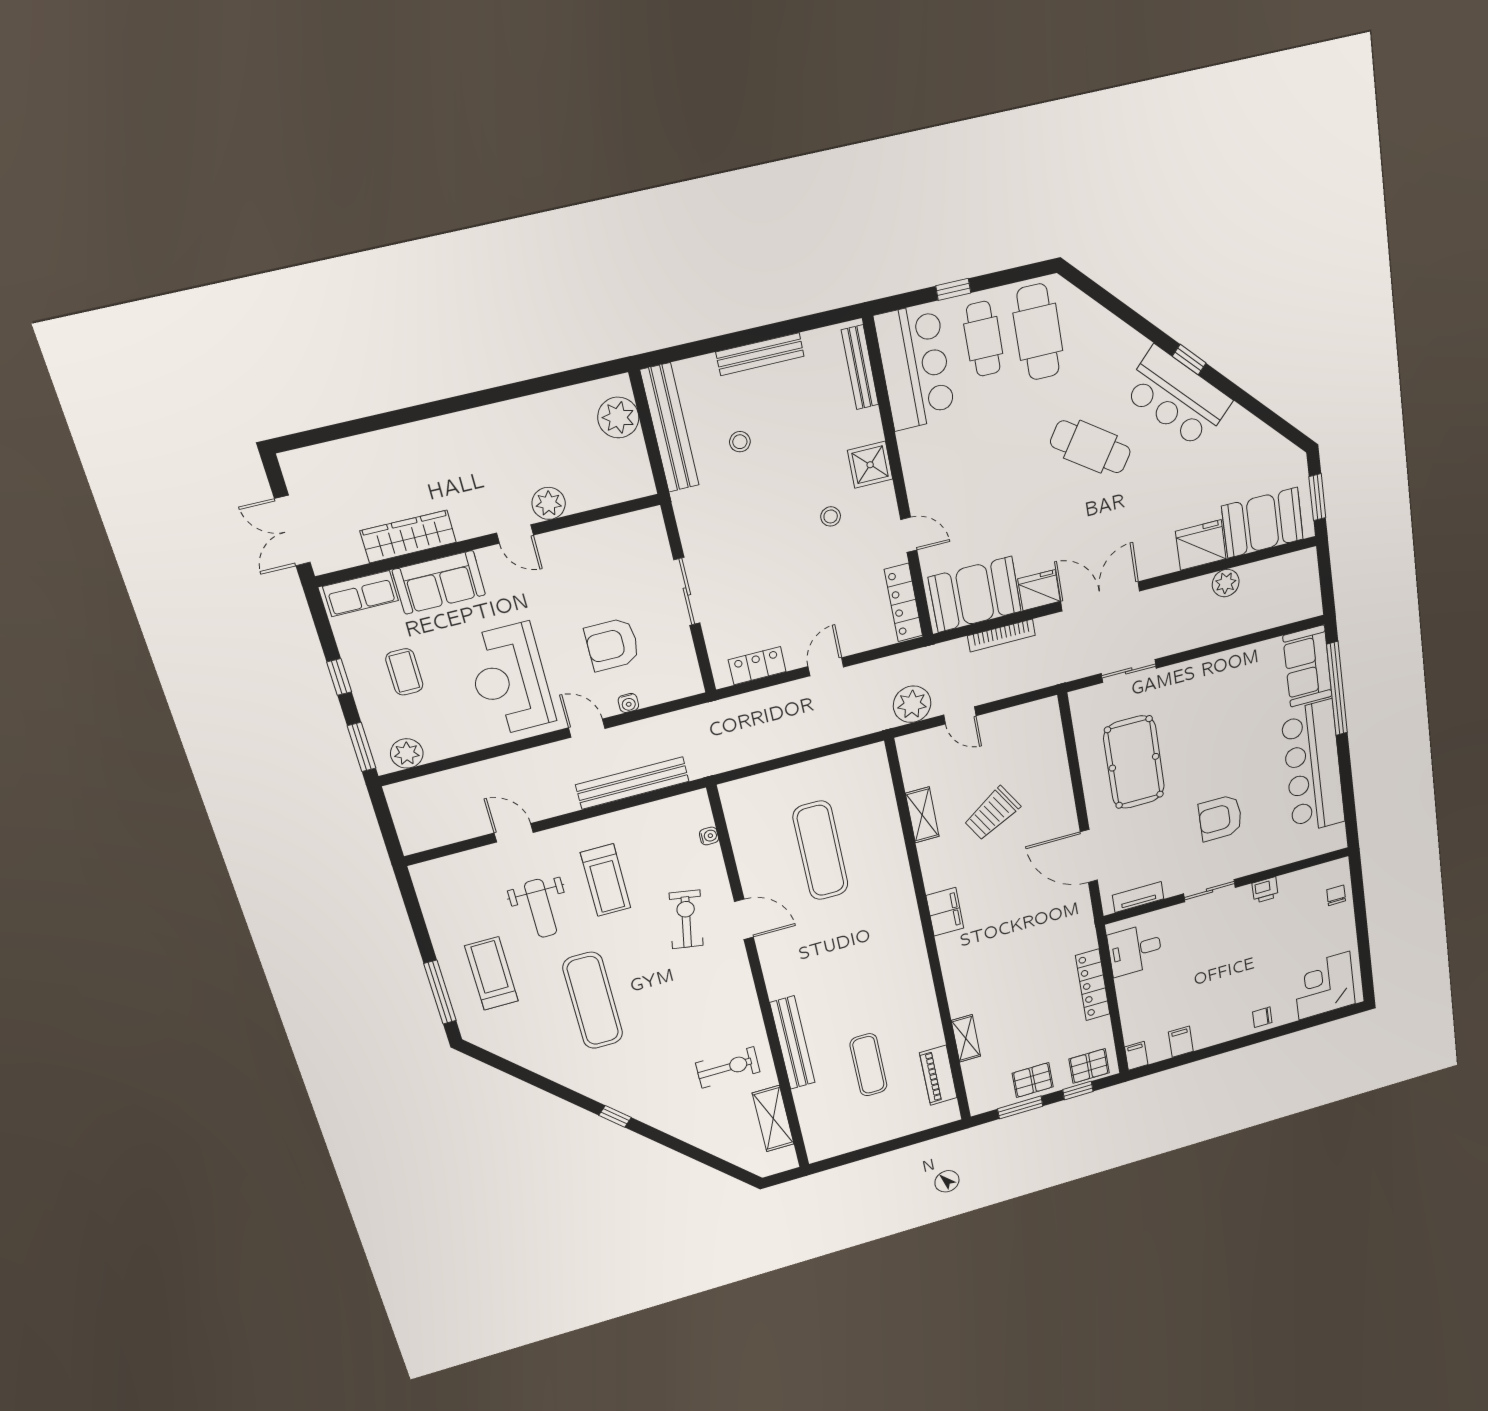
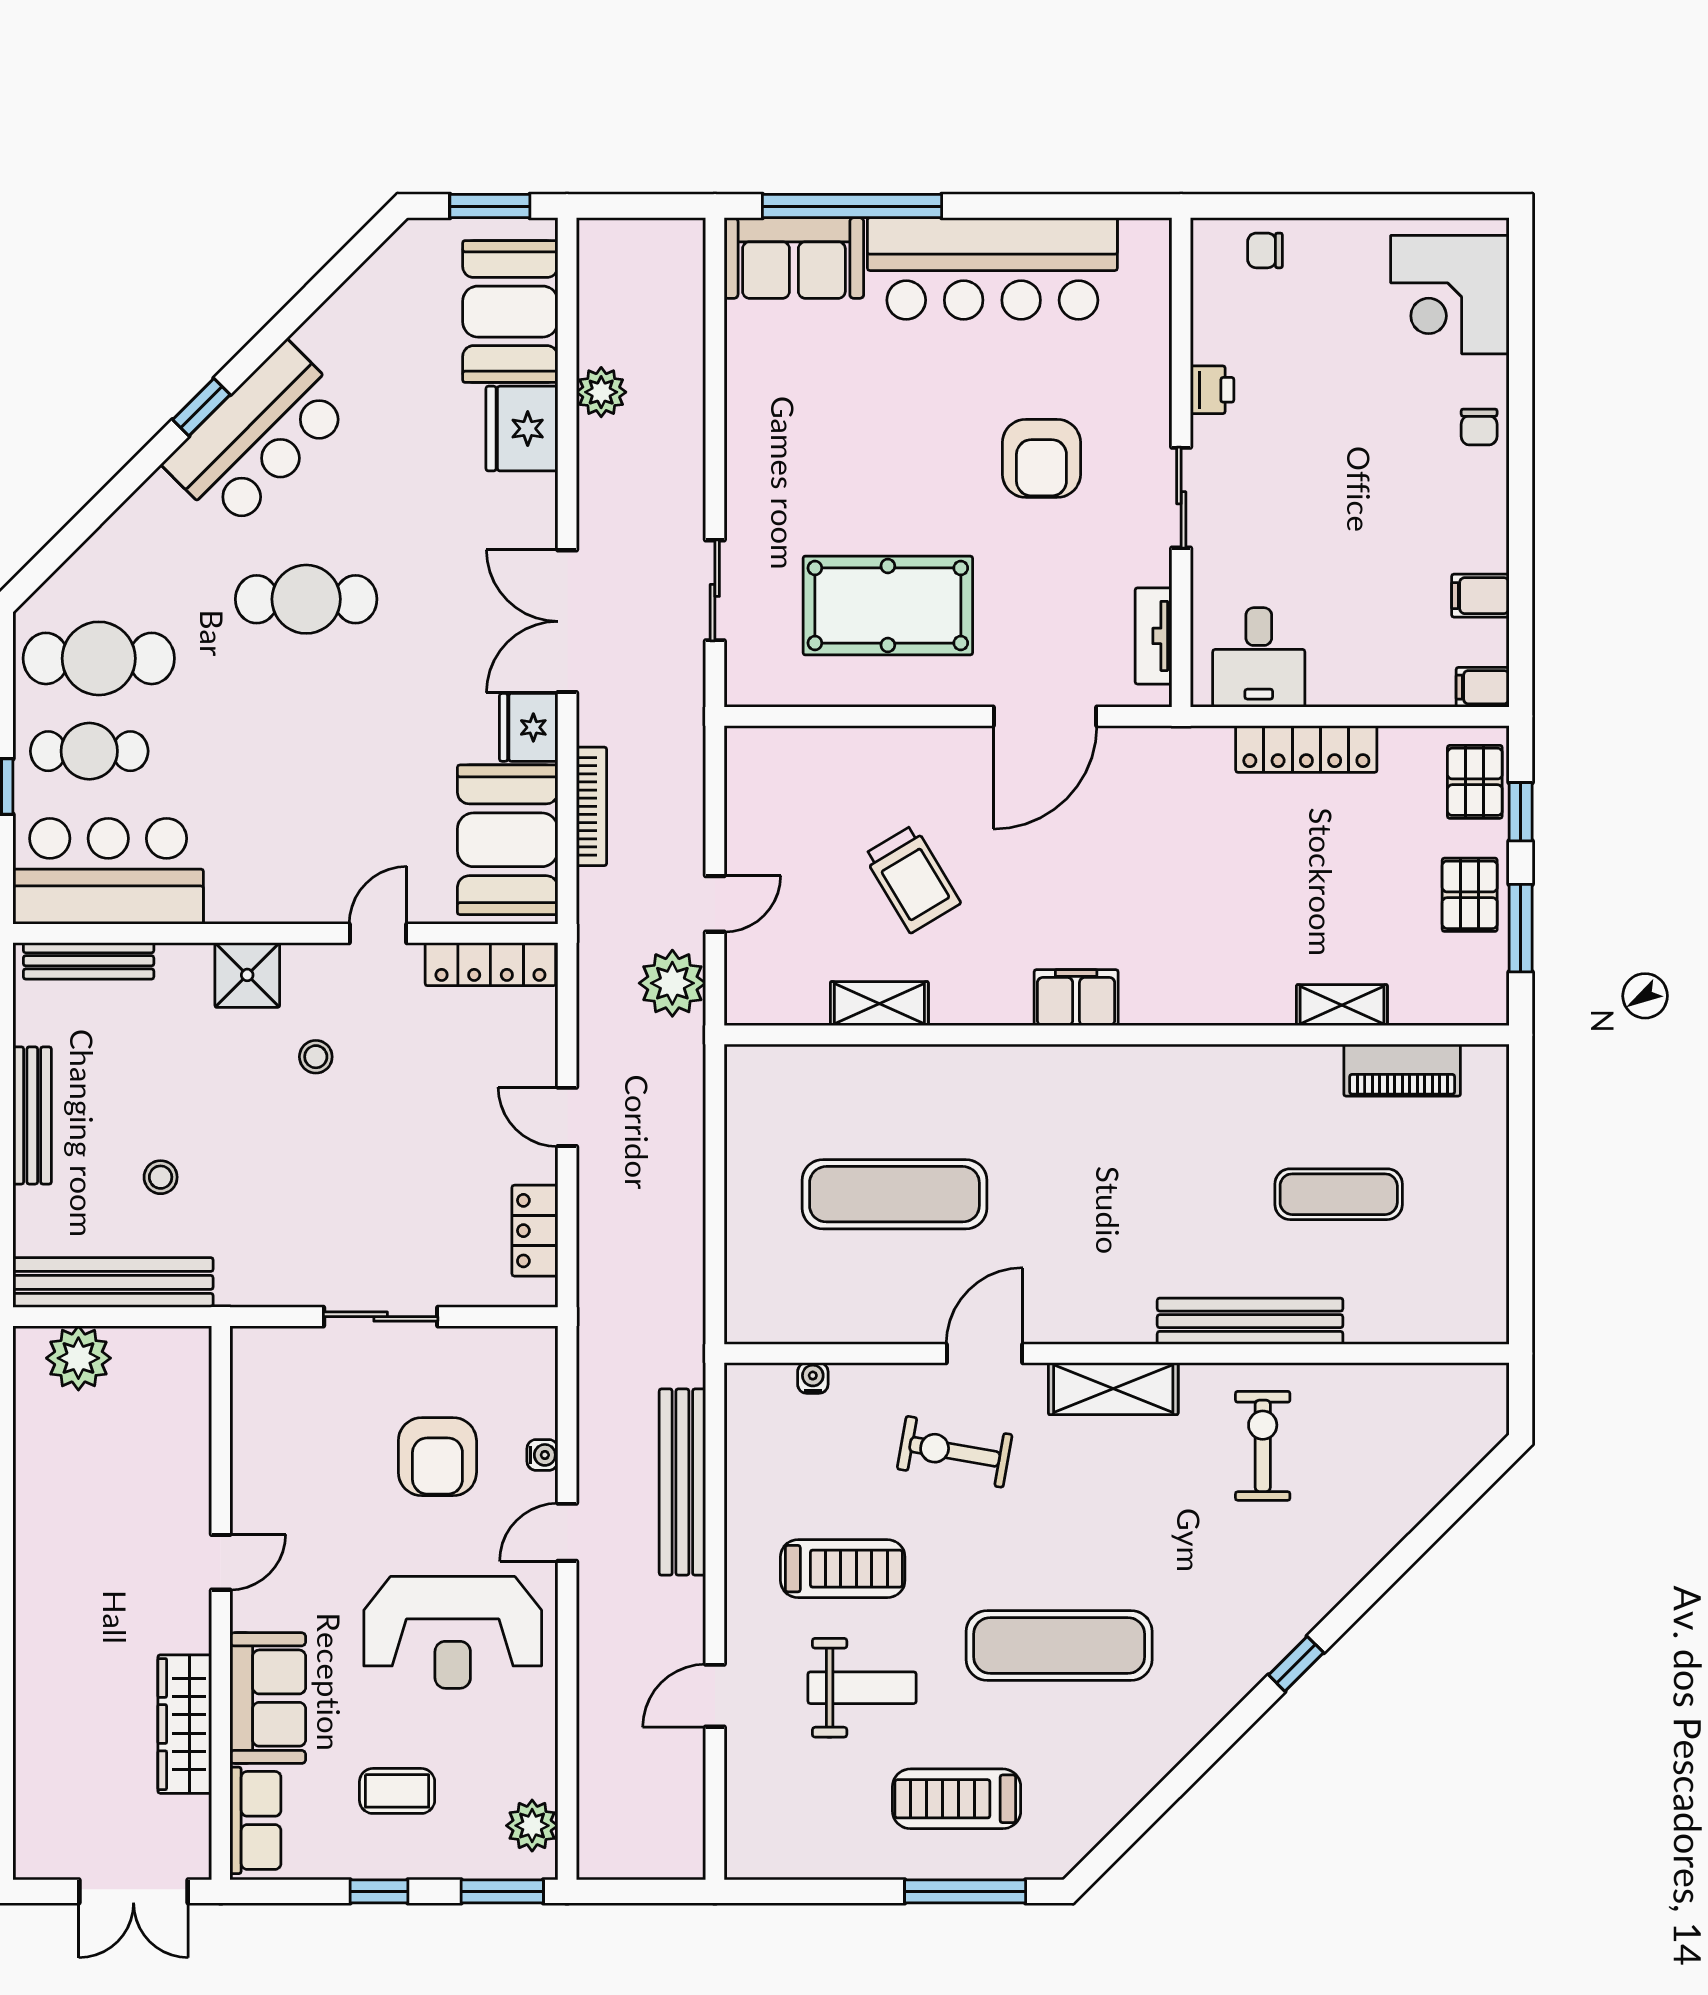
cafe table: (1090, 447) -> (306, 599), turned 56
plant: (549, 503) -> (186, 1498), removed
shelving: (773, 1119) -> (1113, 1389), moved

